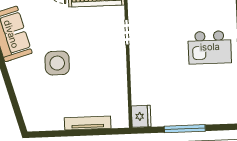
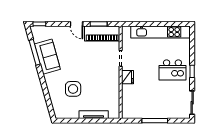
side table: (57, 63) -> (73, 89), moved
fridge: (141, 116) -> (128, 77), moved

